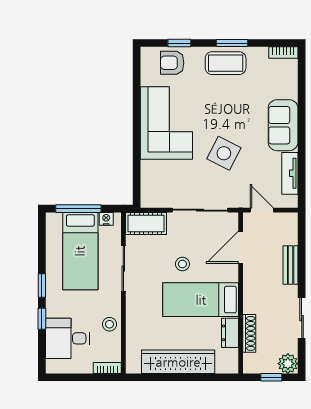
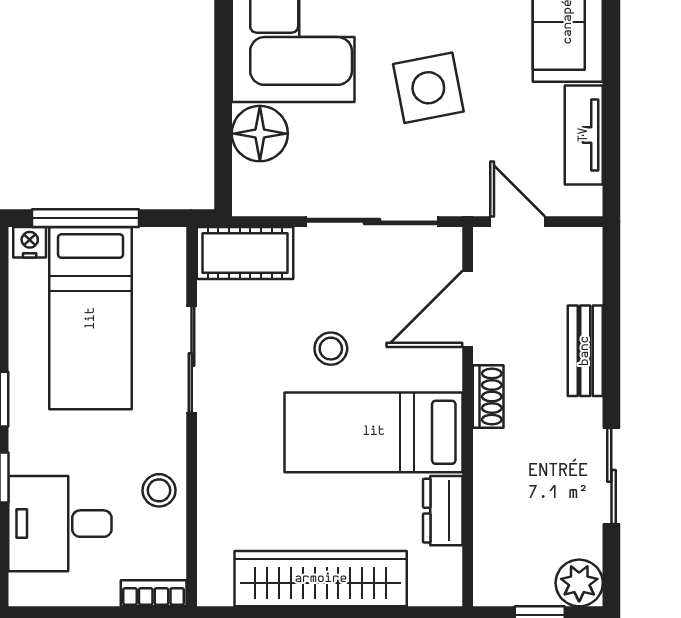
side table: (224, 153) -> (428, 88), turned -38
floor lamp: (152, 173) -> (260, 134), added
nightstand: (106, 219) -> (30, 242), moved
shoe rack: (249, 333) -> (488, 397), moved, width x0.70

